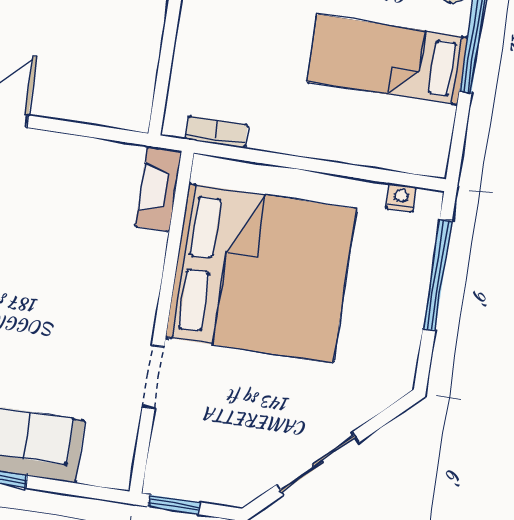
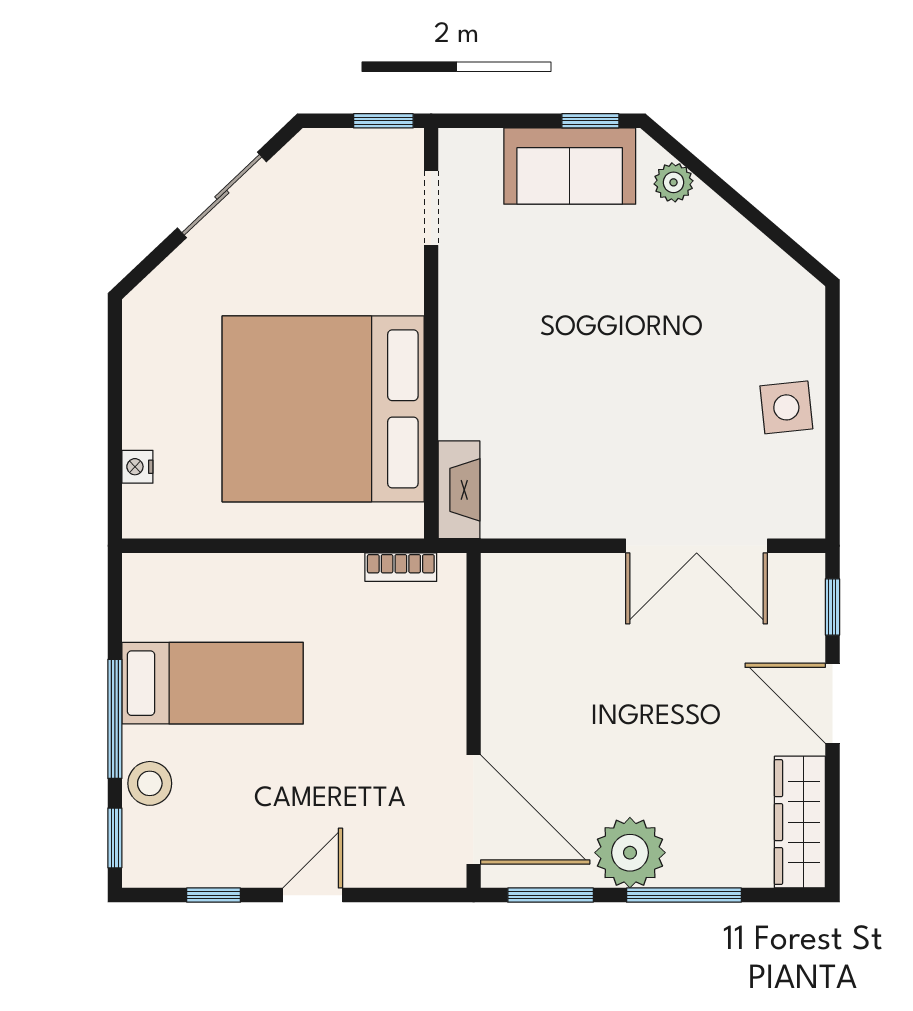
nightstand: (401, 198) -> (137, 467), moved, turned 90
window: (437, 275) -> (115, 438), removed
doorway: (153, 377) -> (431, 208), moved

